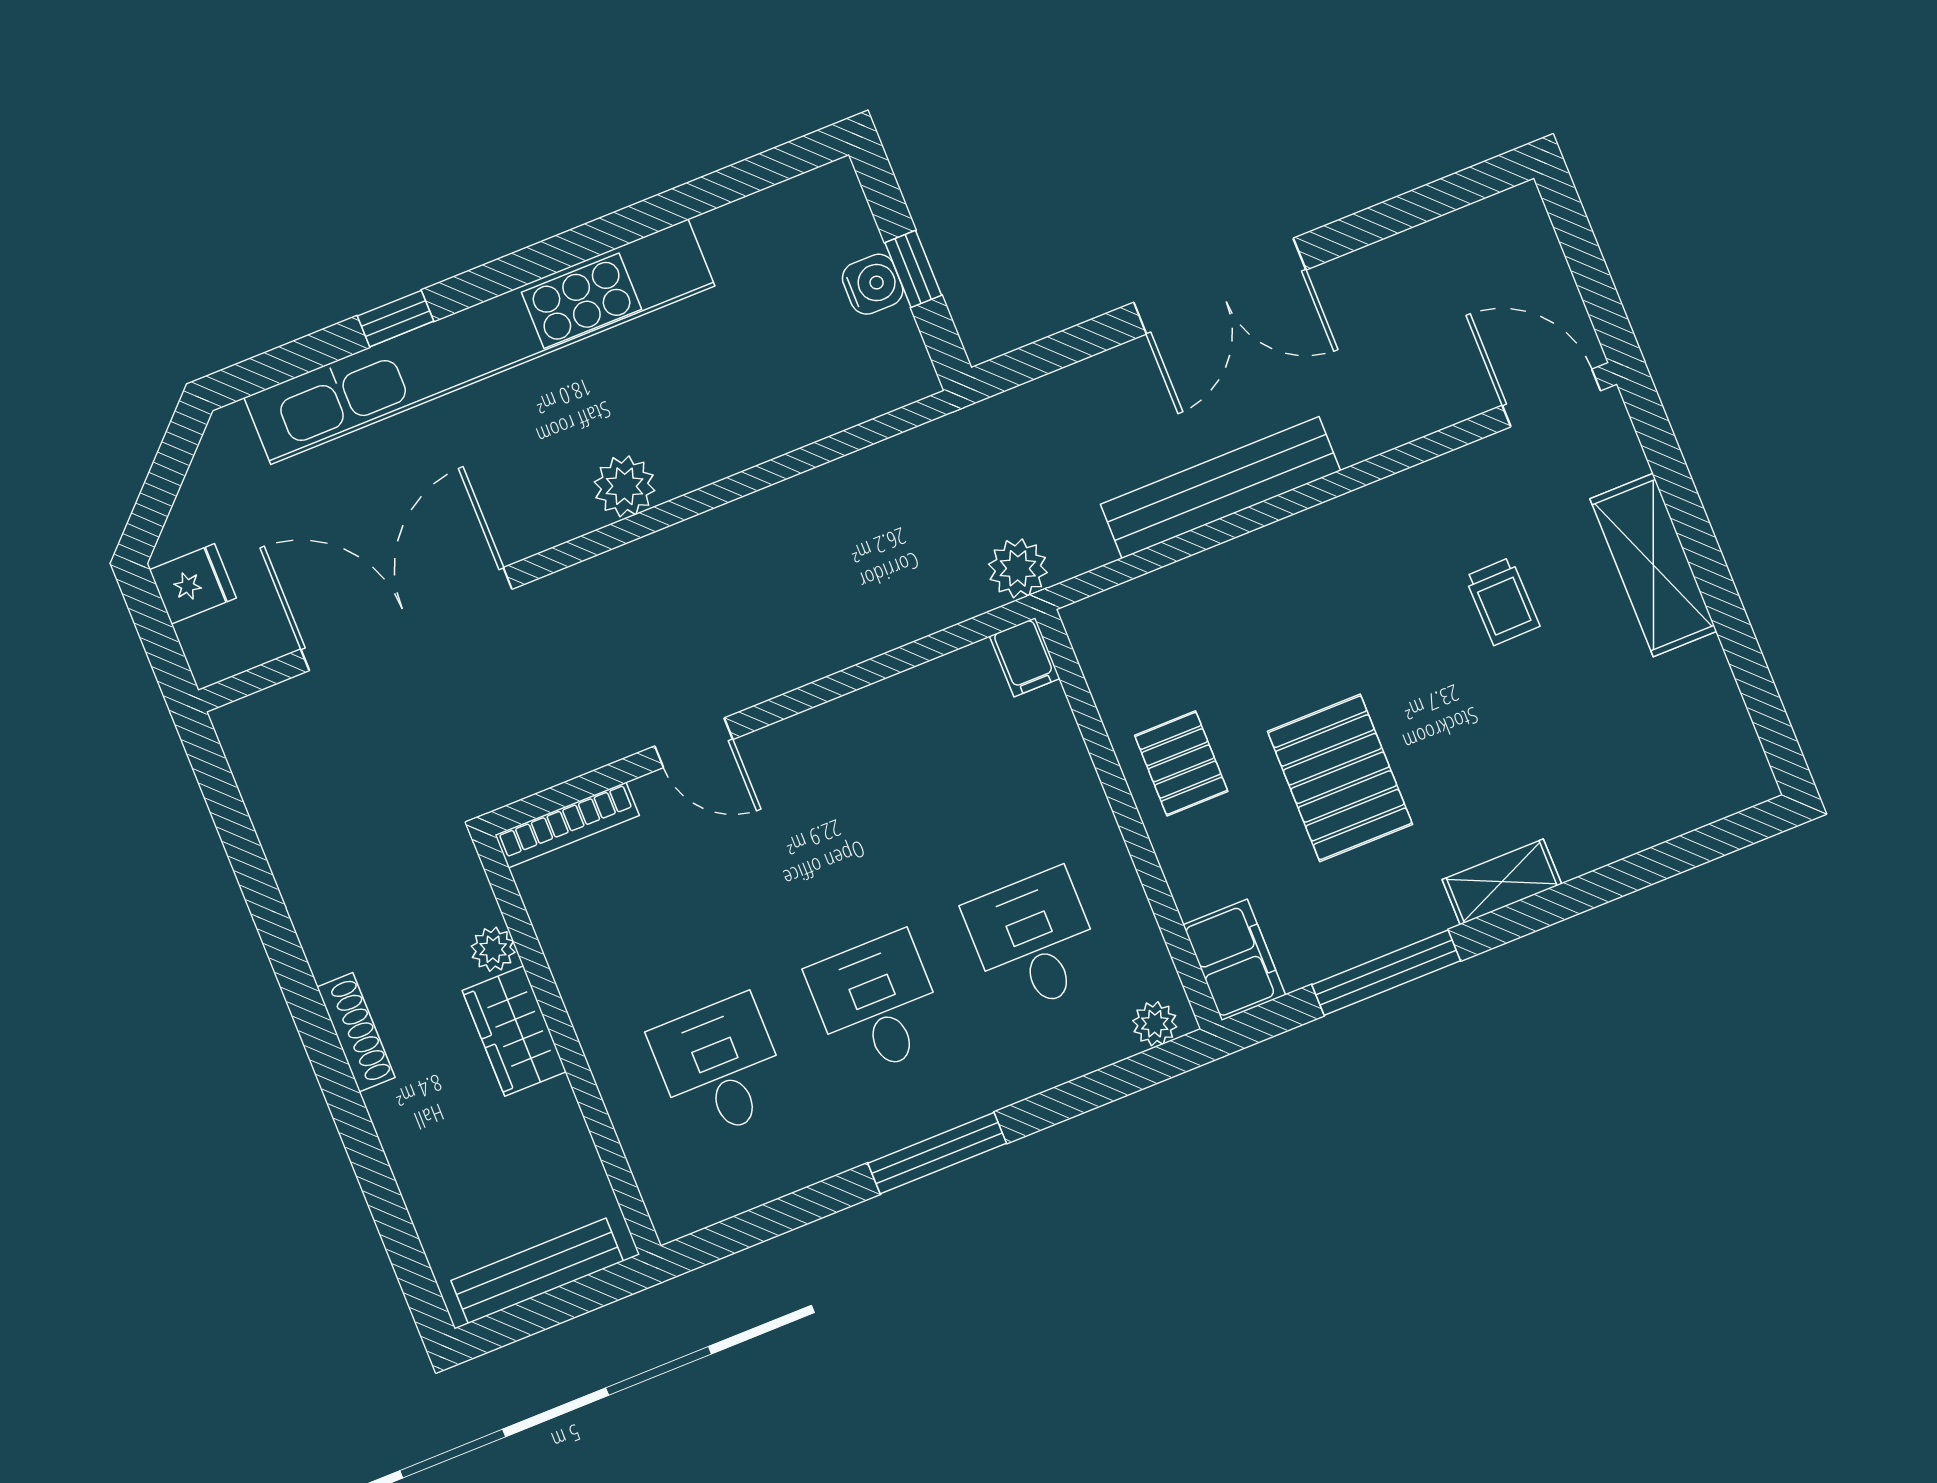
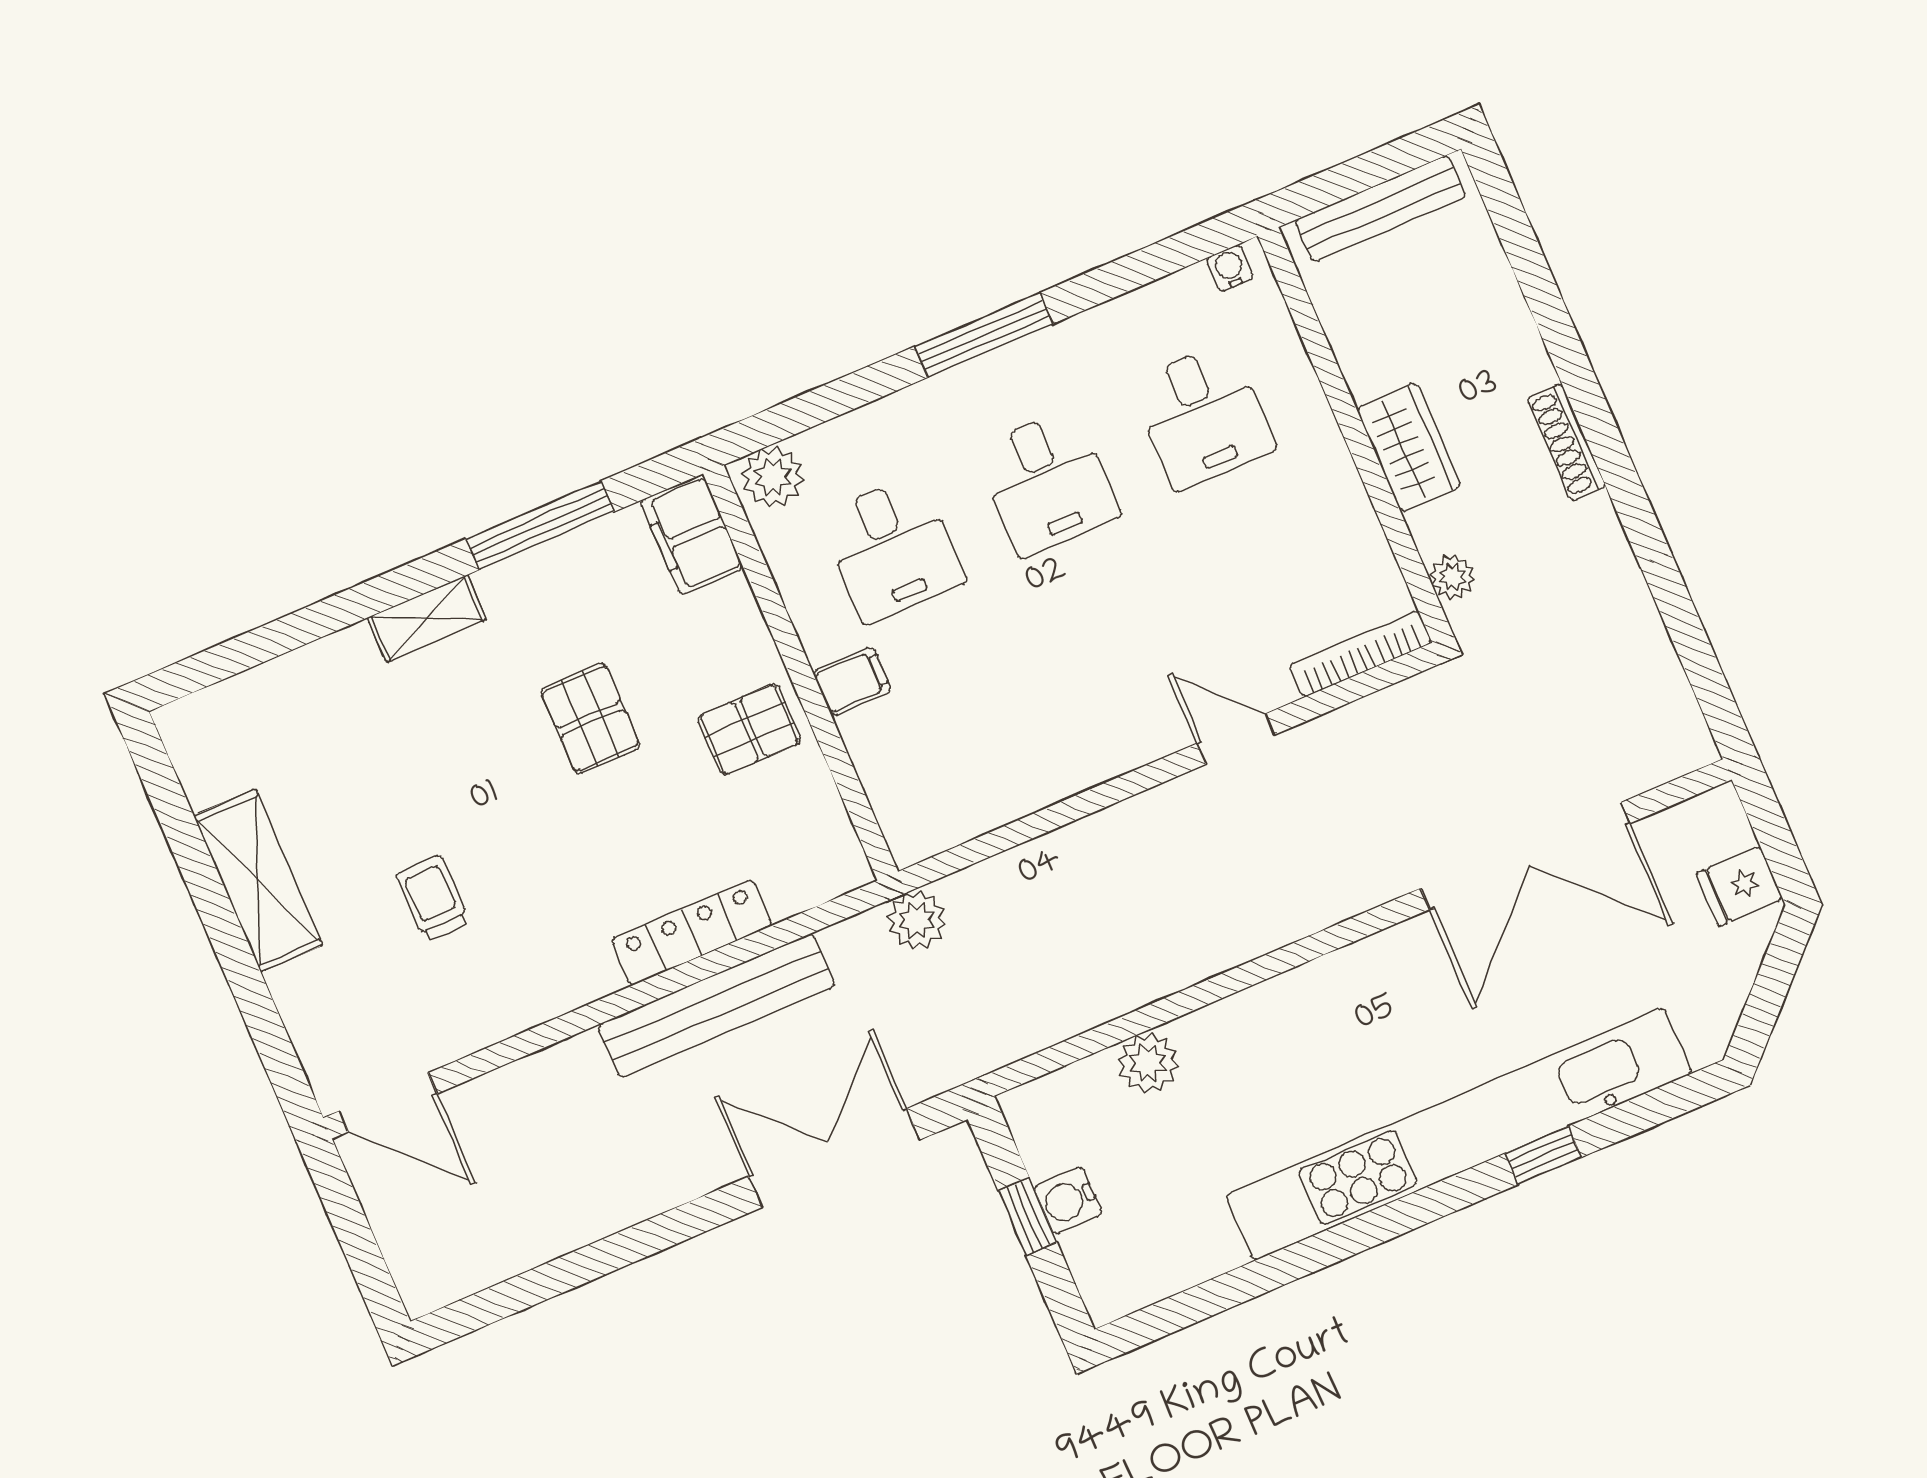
double door: (1220, 286) -> (834, 1158), moved
plant: (624, 486) -> (1148, 1063), moved
locker: (1243, 561) -> (692, 932), added
shelving: (1653, 565) -> (258, 880), moved
filing cabinet: (1025, 657) -> (852, 681), moved, turned 90
pallet: (1181, 763) -> (749, 729), turned 90
pallet: (1340, 778) -> (590, 719), width x0.67, depth x0.71
plant: (493, 949) -> (1452, 577), moved
plant: (1155, 1024) -> (773, 477), width x1.38, depth x1.38
water cooler: (689, 1215) -> (1230, 268), added

